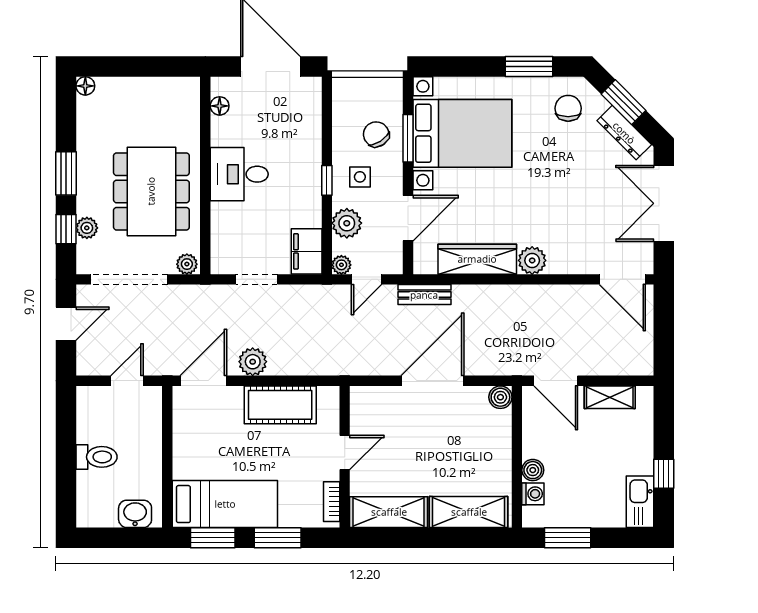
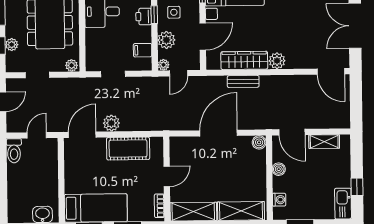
printer: (309, 183) -> (144, 17), added
filing cabinet: (307, 251) -> (143, 50), width x0.50
doorway: (129, 279) -> (37, 75), width x0.53
bench: (424, 295) -> (243, 81), moved
toilet: (97, 457) -> (14, 151), moved, turned 90
boiler: (533, 470) -> (279, 169), moved

